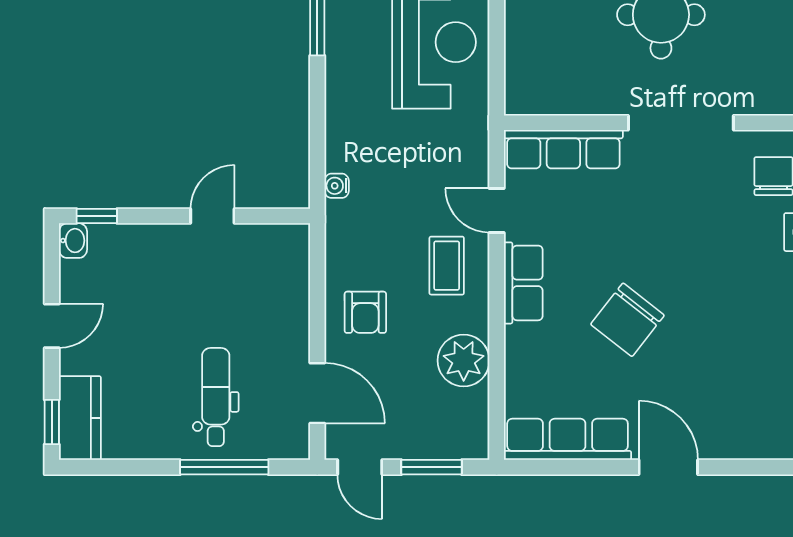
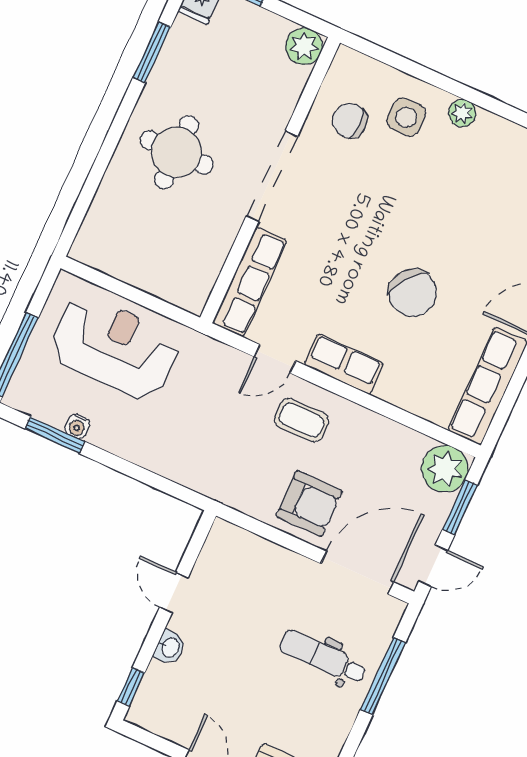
water cooler: (337, 186) -> (77, 426), moved
washbasin: (73, 241) -> (170, 647), moved, turned 90
armchair: (365, 312) -> (309, 504), width x1.38, depth x1.38
plant: (464, 360) -> (445, 469), moved
door: (317, 393) -> (357, 573), width x1.36

